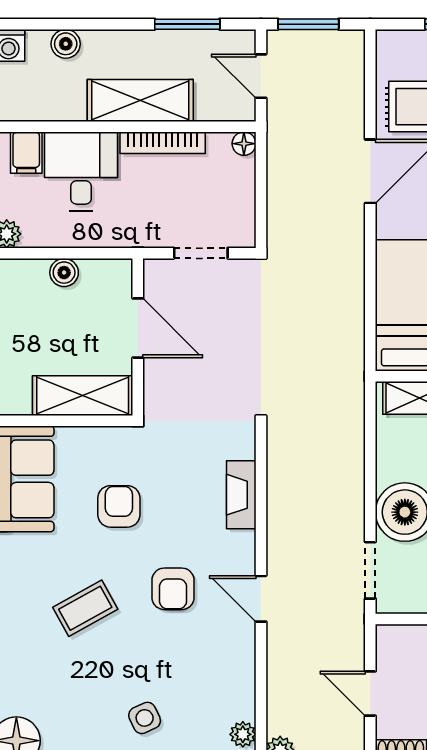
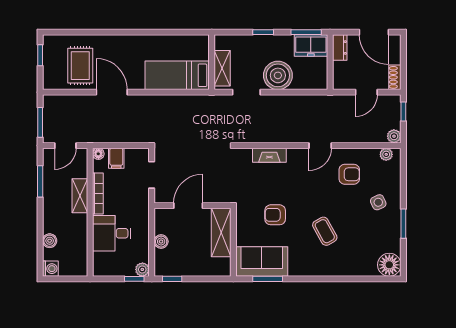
shelving: (140, 100) -> (80, 196), width x0.67, depth x0.75
filing cabinet: (26, 153) -> (116, 158), moved, turned 90
doorway: (370, 570) -> (246, 92), moved
armchair: (173, 589) -> (349, 174), moved

